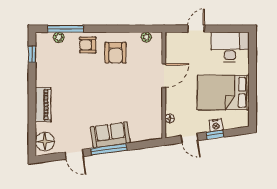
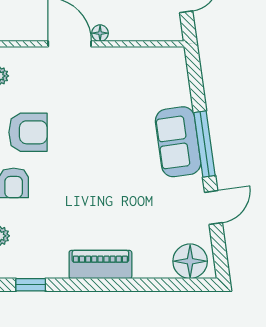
piano: (43, 105) -> (100, 264), moved
floor lamp: (170, 119) -> (100, 33), moved

